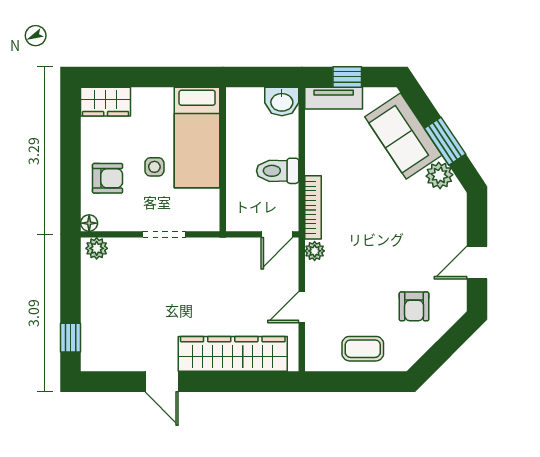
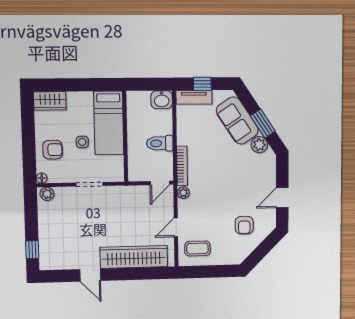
coffee table: (363, 349) -> (197, 248), moved

